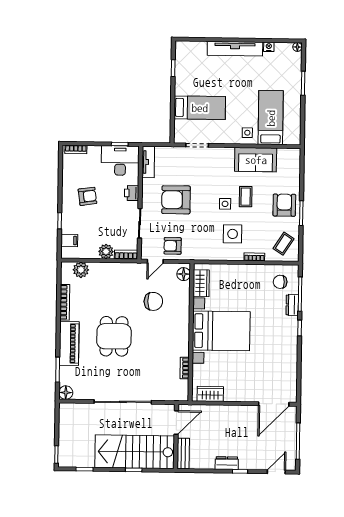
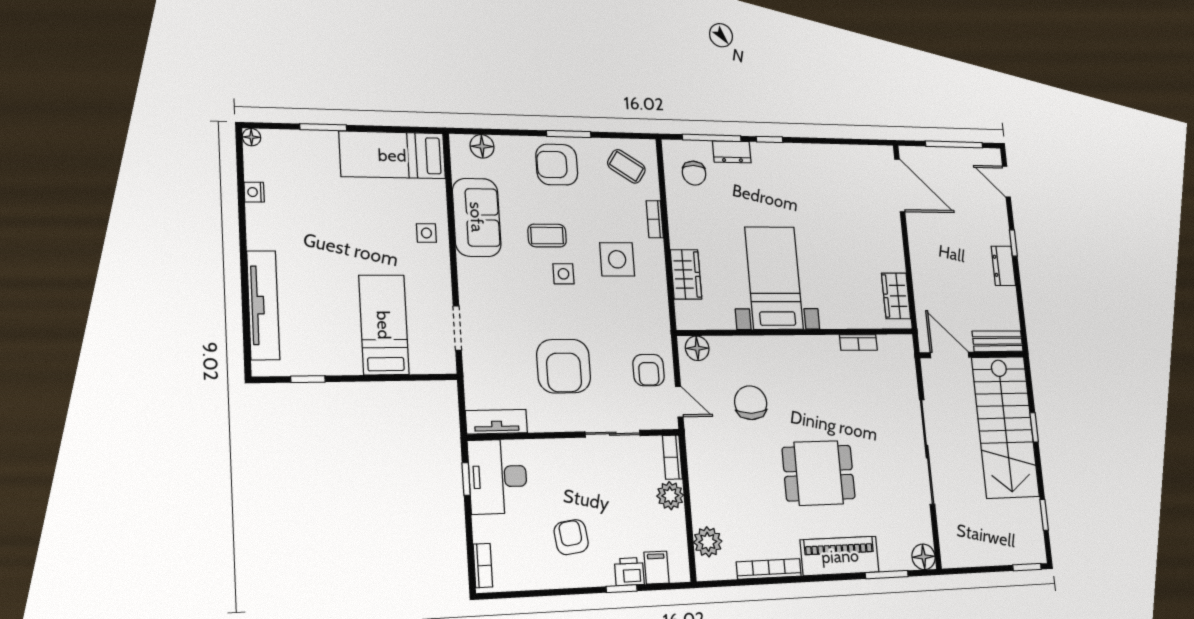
tv unit: (235, 49) -> (263, 305), moved
bed: (271, 118) -> (392, 155), moved
floor lamp: (294, 165) -> (482, 146), added
printer: (132, 193) -> (629, 572), moved, turned 180
wardrobe: (201, 283) -> (686, 274), moved, turned 90
bed with nightstands: (221, 331) -> (774, 278), width x0.73

